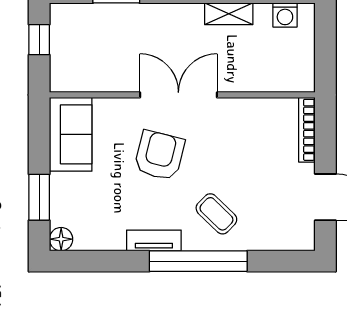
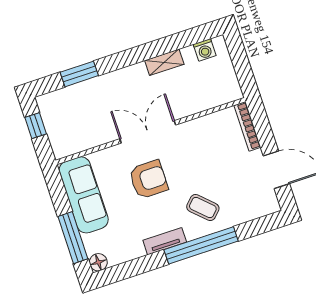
sofa: (71, 134) -> (84, 195), width x1.36
armchair: (159, 155) -> (148, 179), turned 76
window: (39, 197) -> (73, 238), width x1.44

